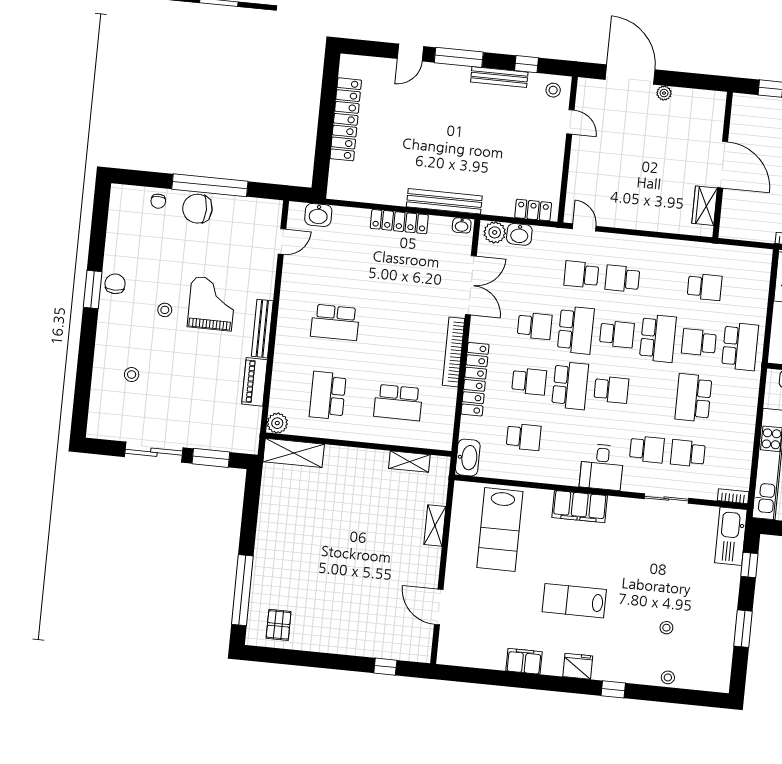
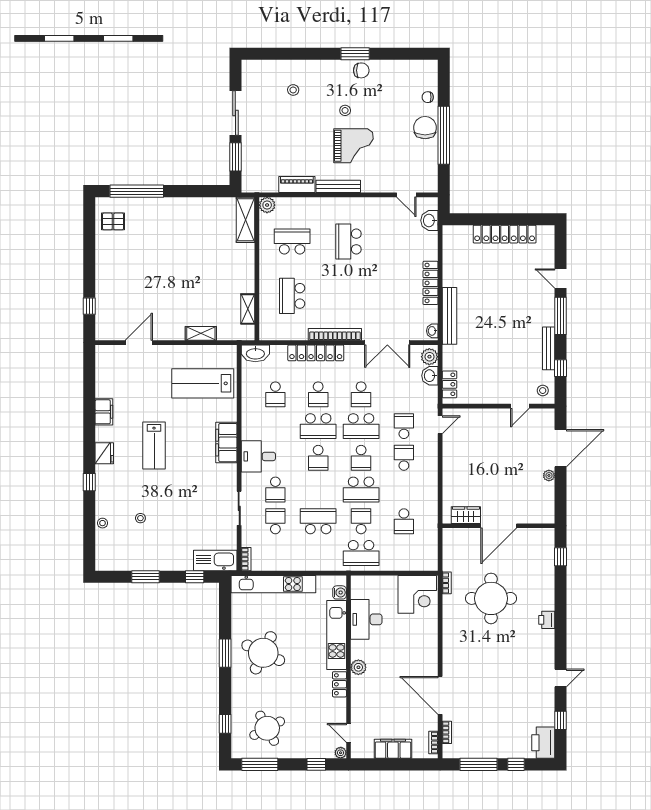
lab bench: (574, 601) -> (154, 446), turned 180

